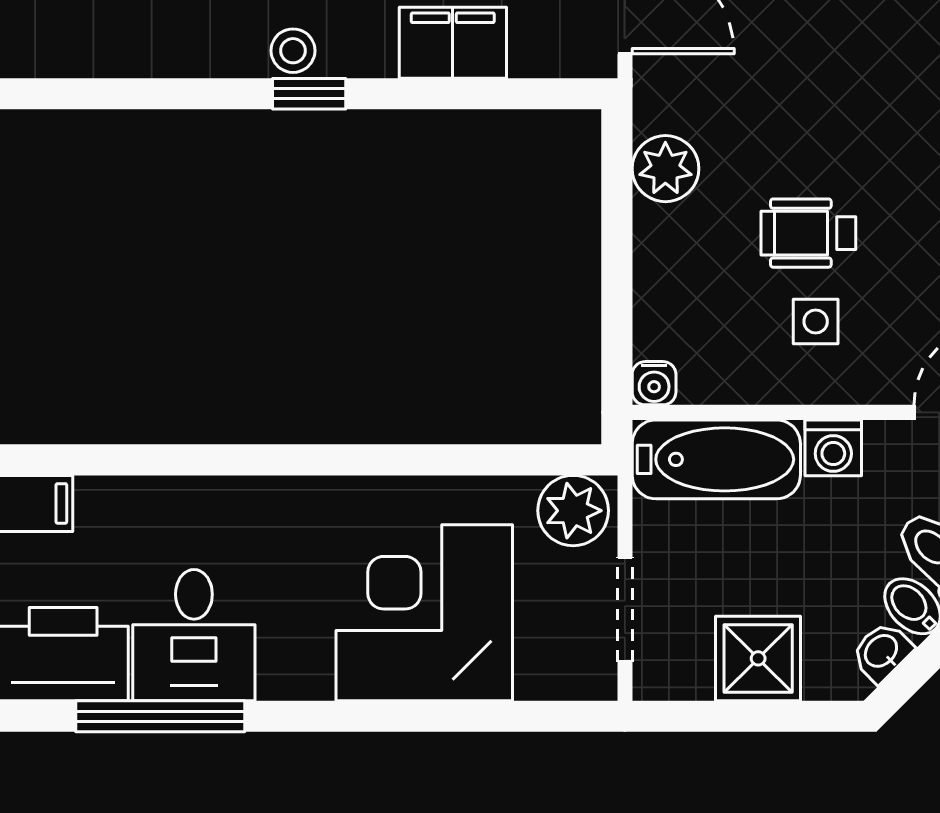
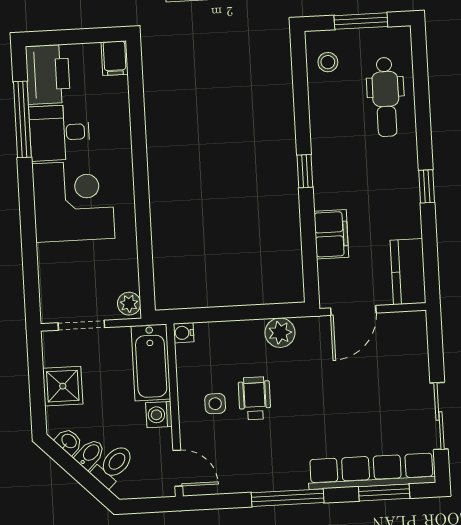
stool: (293, 51) -> (328, 62), moved
plant: (573, 511) -> (129, 304), width x0.73, depth x0.73
corner desk: (424, 613) -> (73, 201), moved

